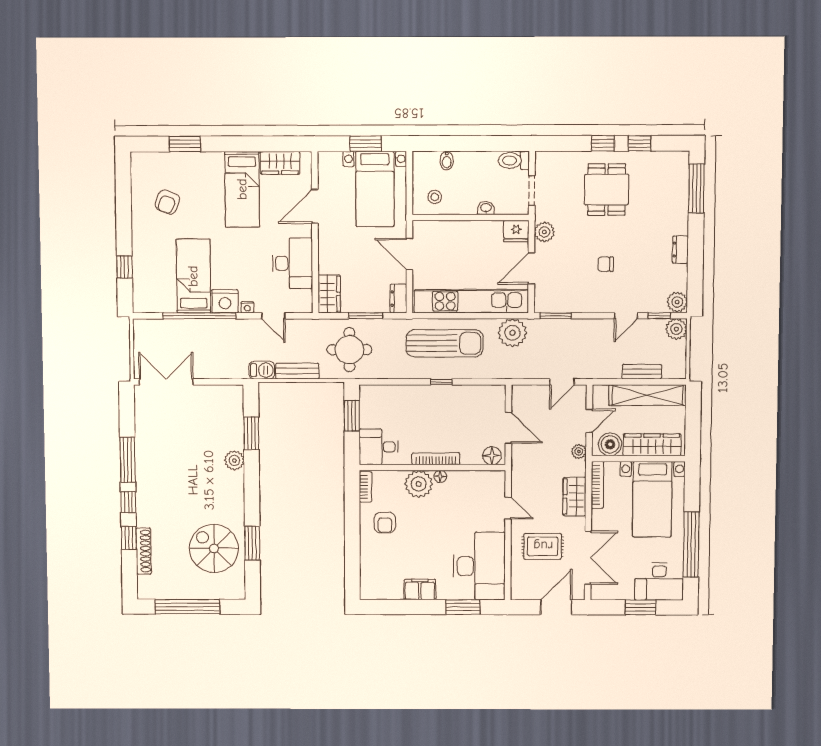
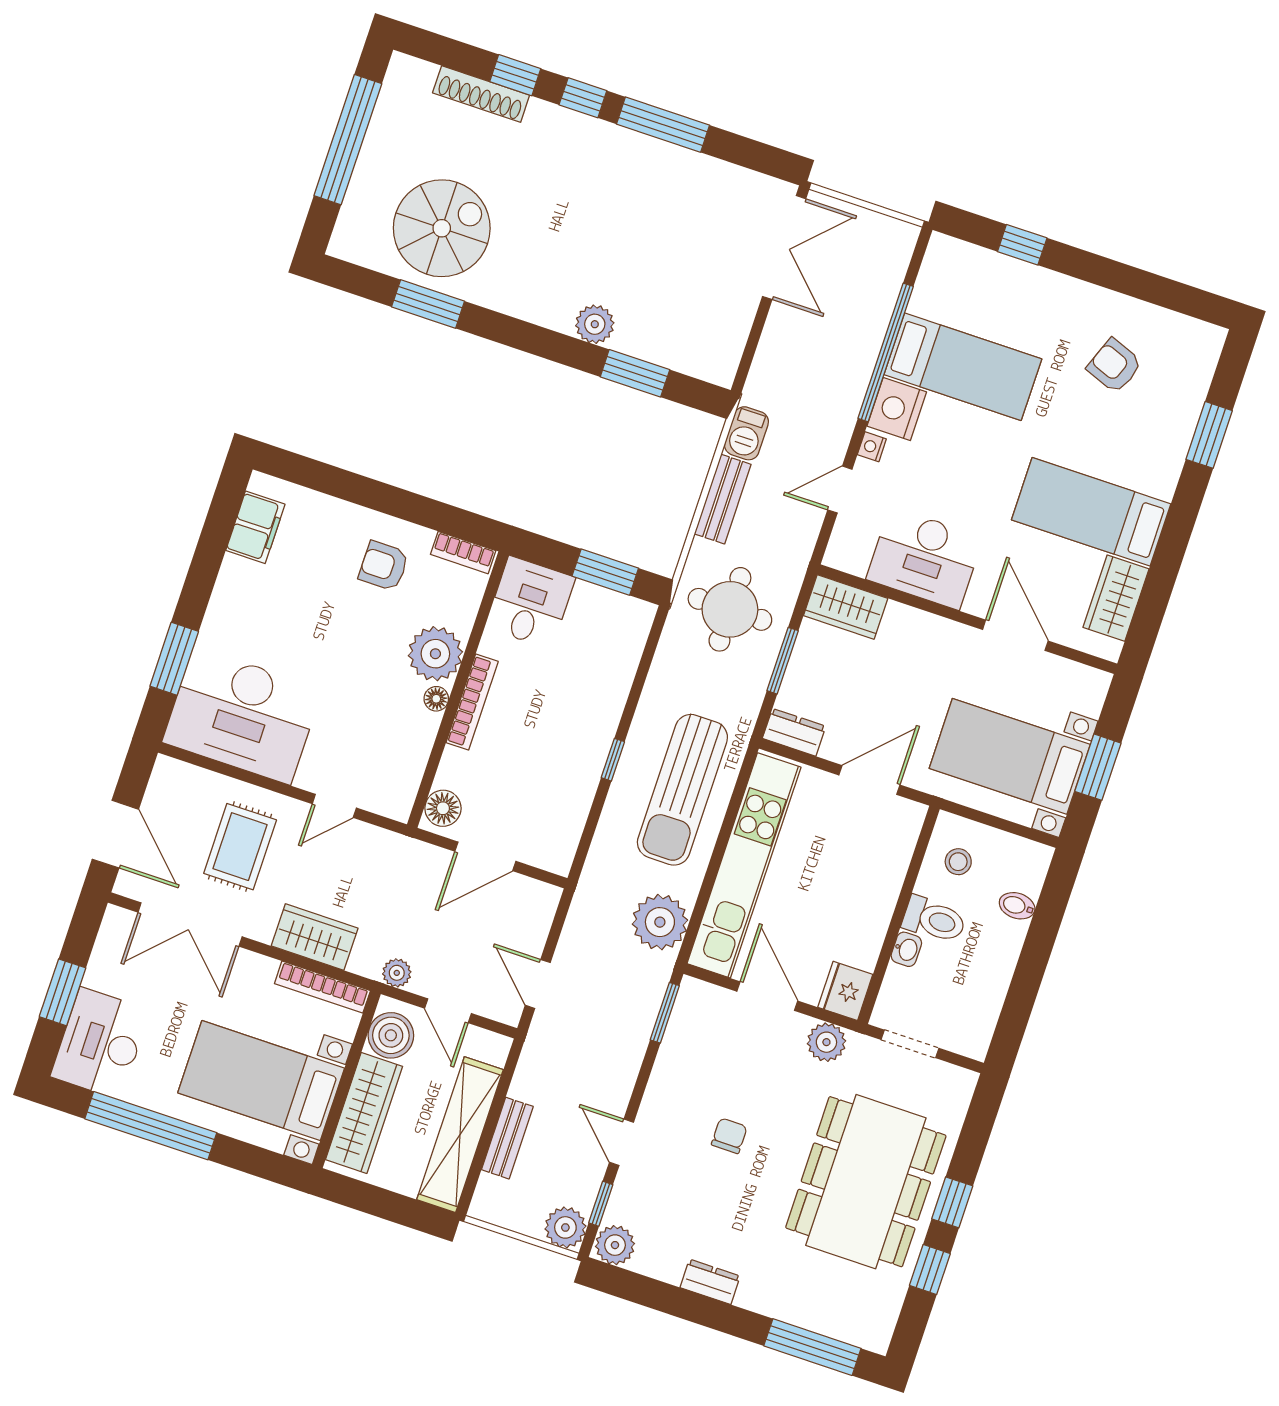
toilet: (514, 160) -> (934, 920), moved, turned 90
dining table: (607, 190) -> (866, 1182), width x1.88, depth x1.24
filing cabinet: (420, 589) -> (255, 527), moved

